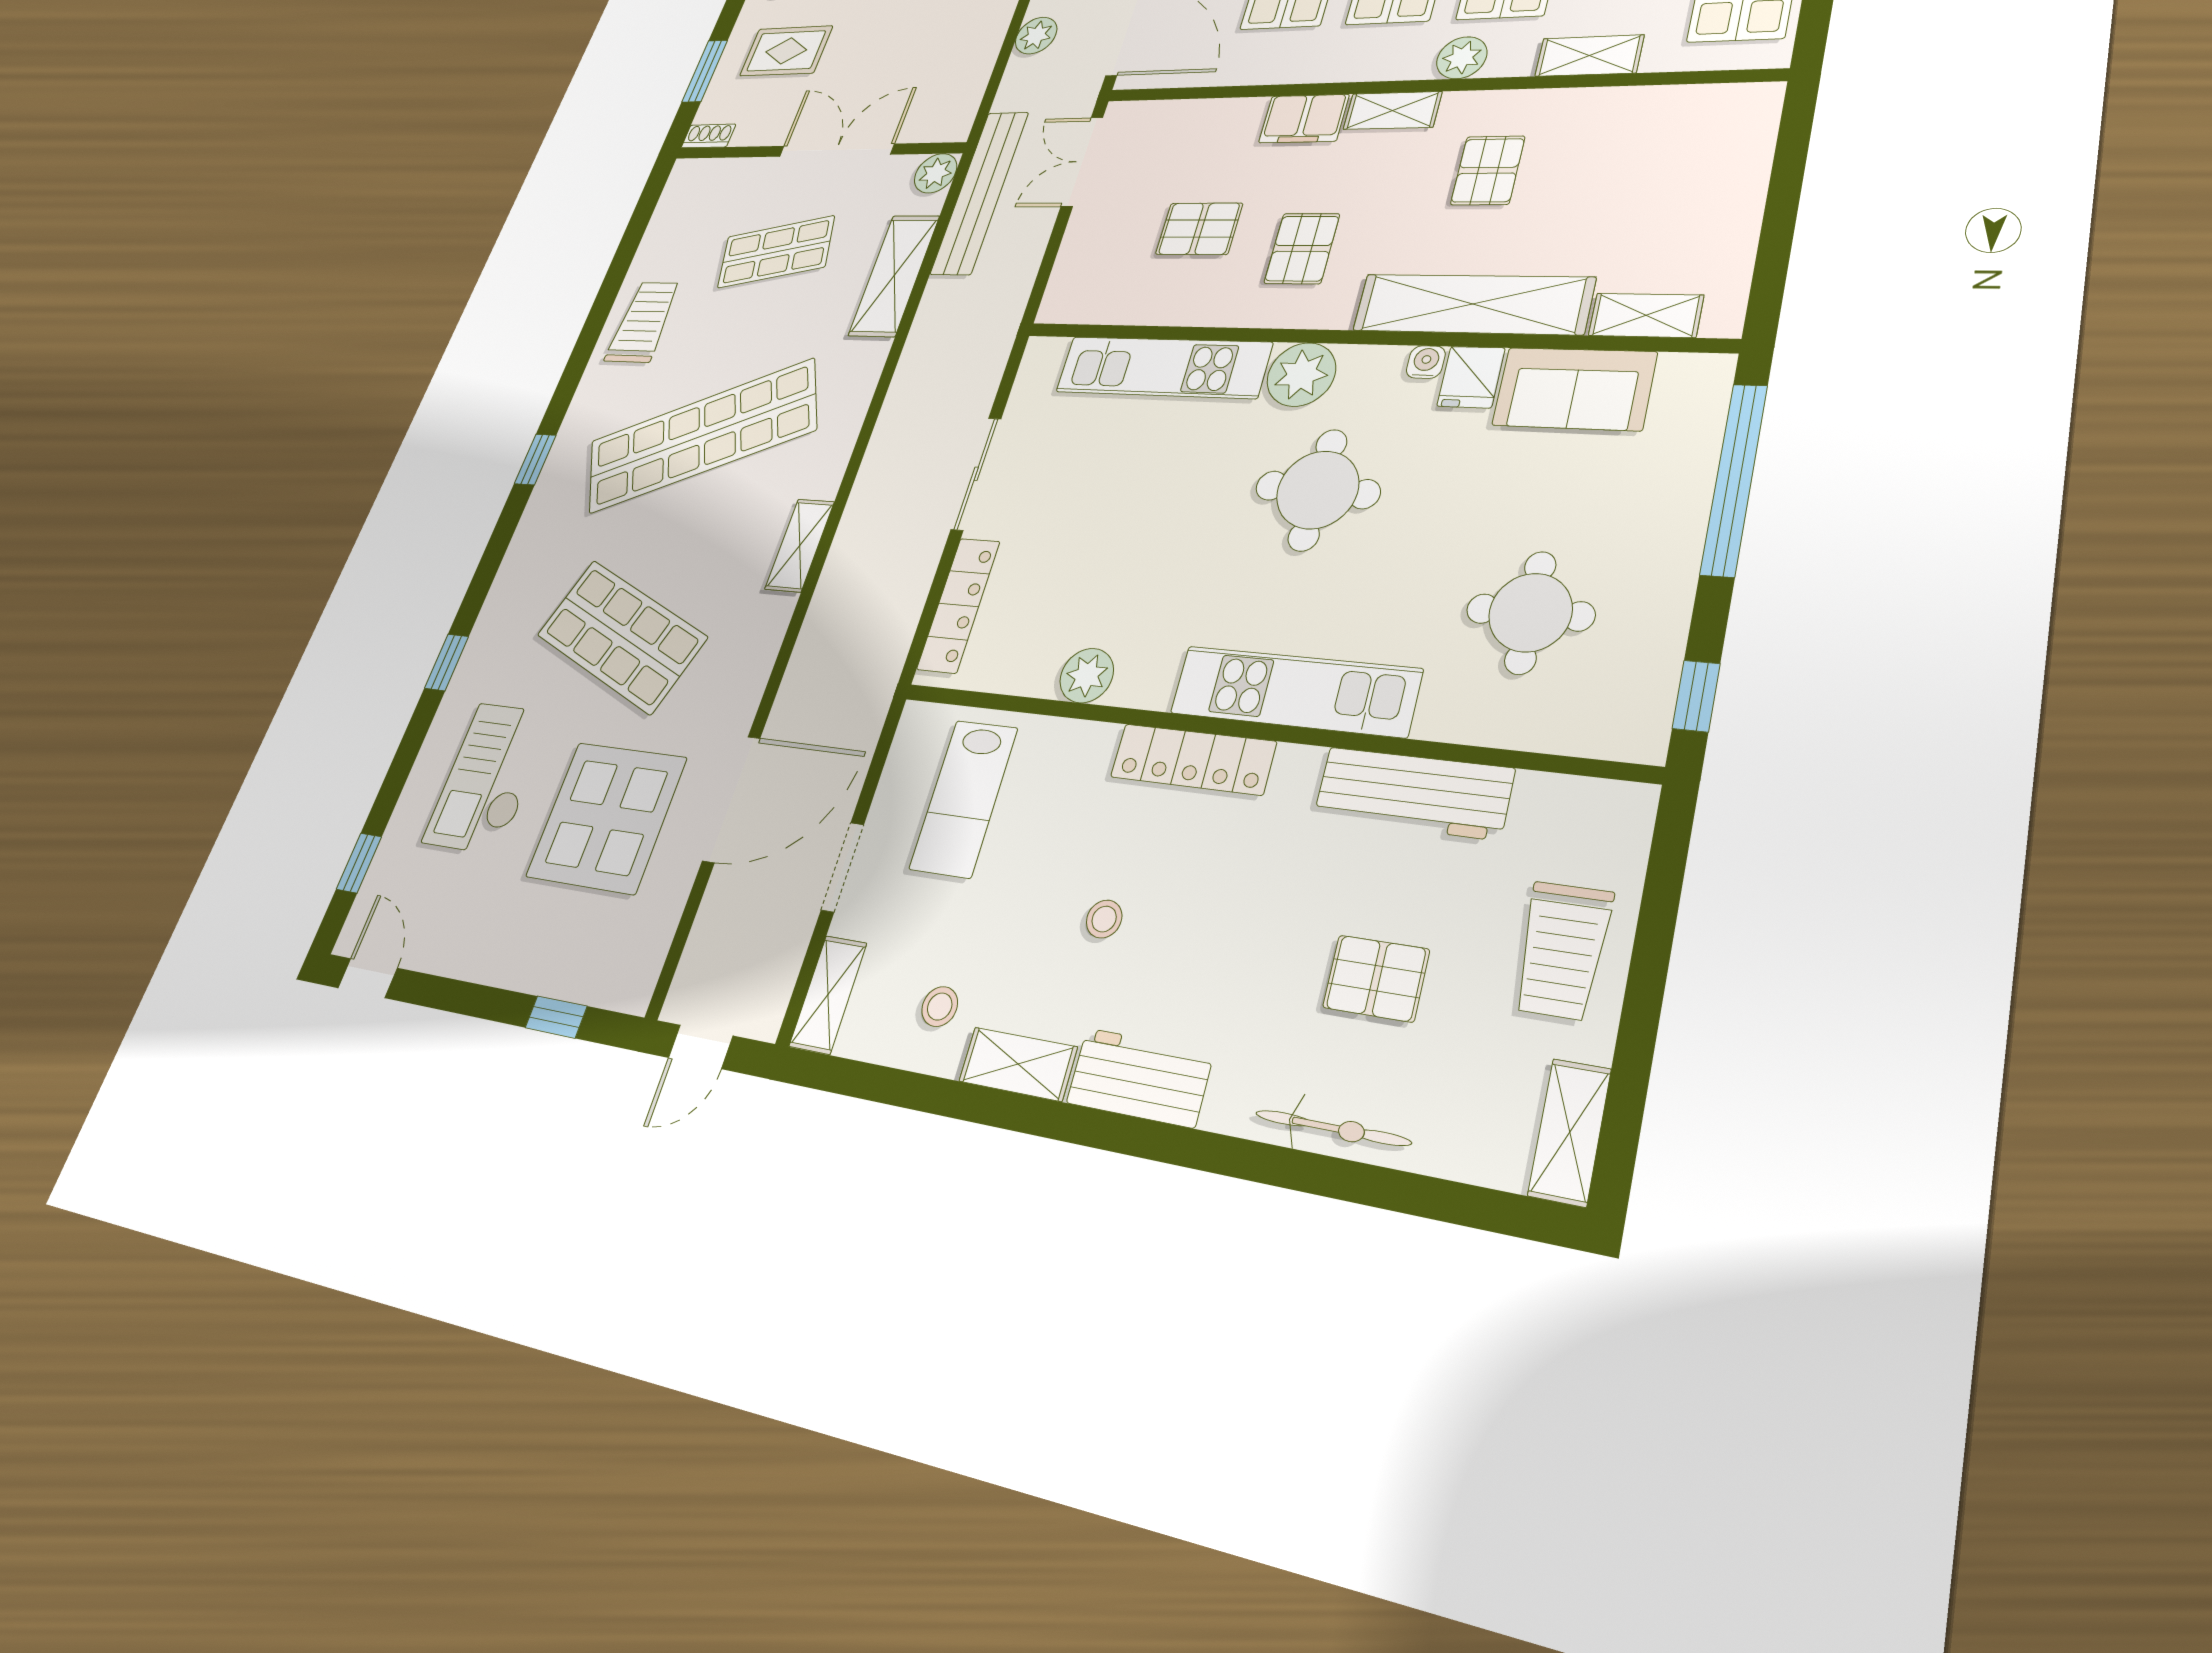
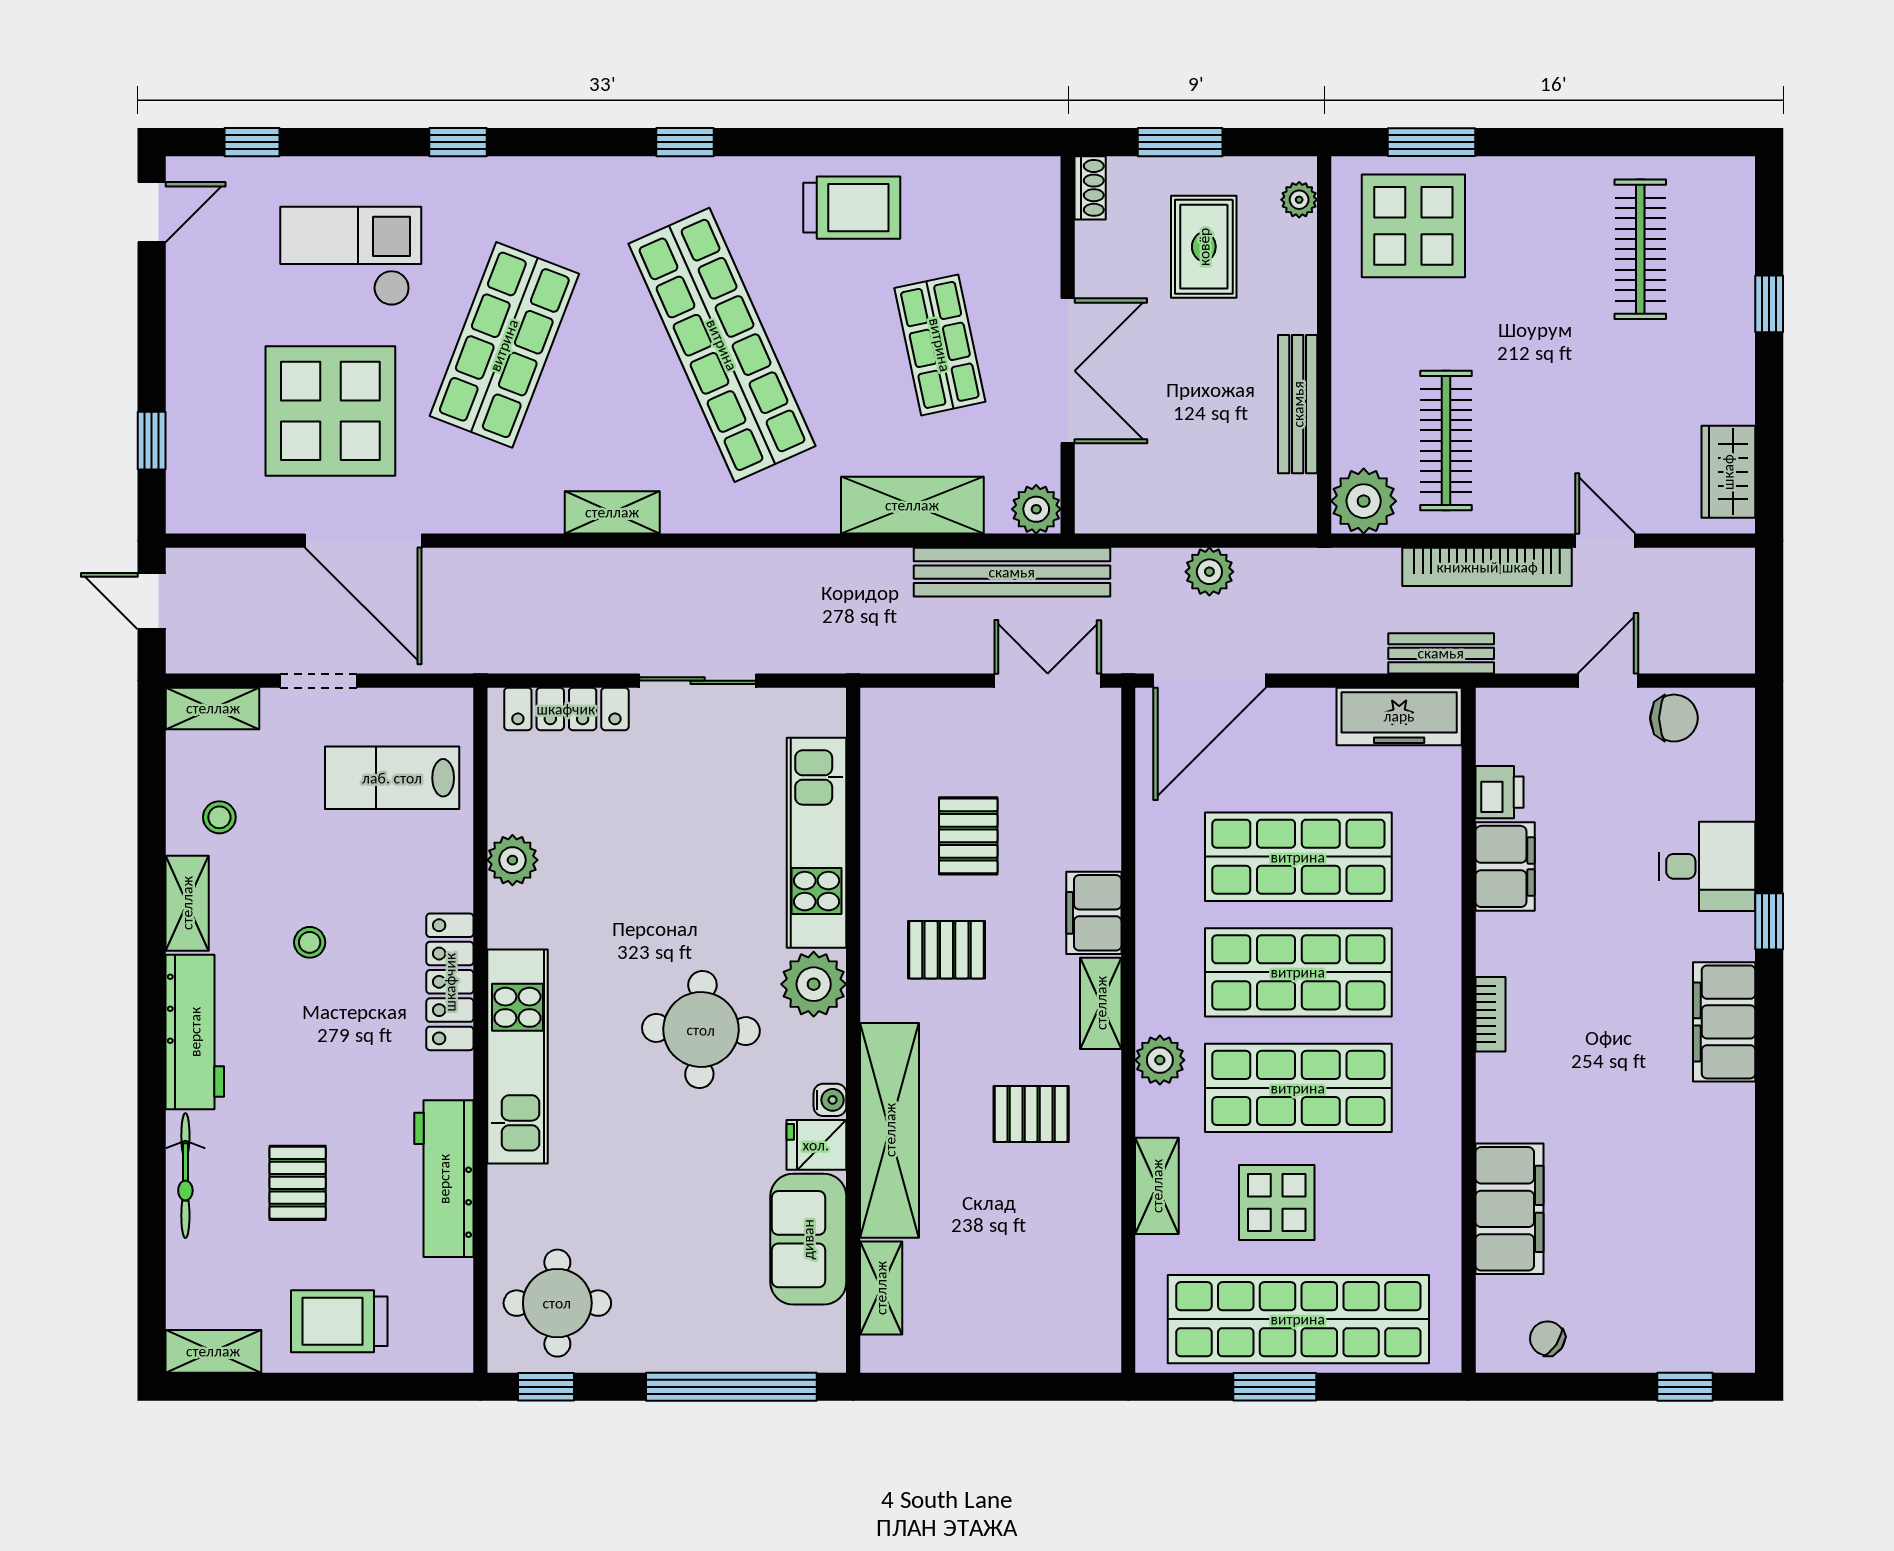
round table: (1530, 612) -> (557, 1303), moved
workbench: (1140, 1077) -> (195, 1032), width x1.38

